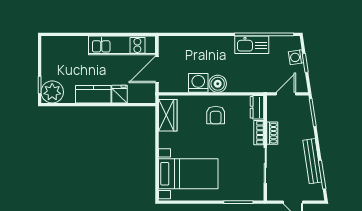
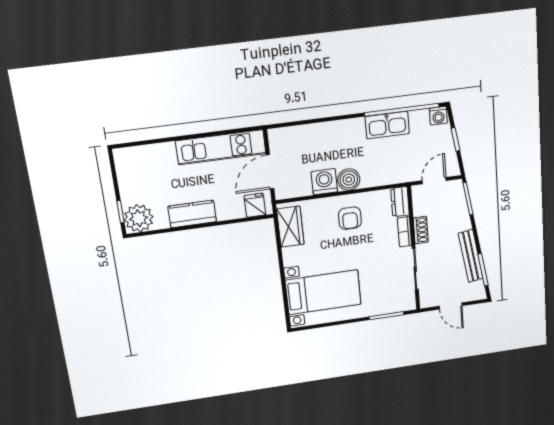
washing machine: (296, 57) -> (438, 116), moved, turned -81
fridge: (120, 94) -> (255, 205), moved

